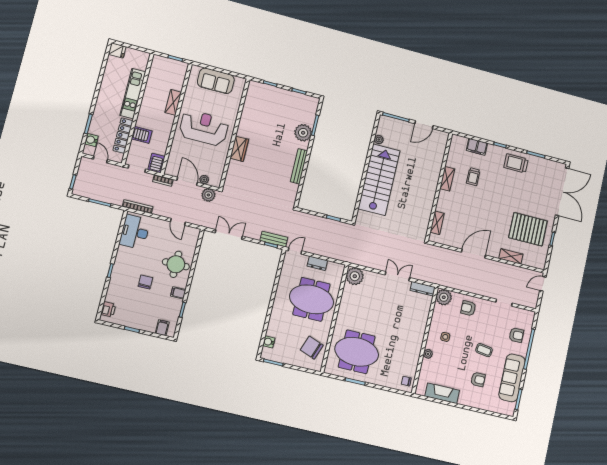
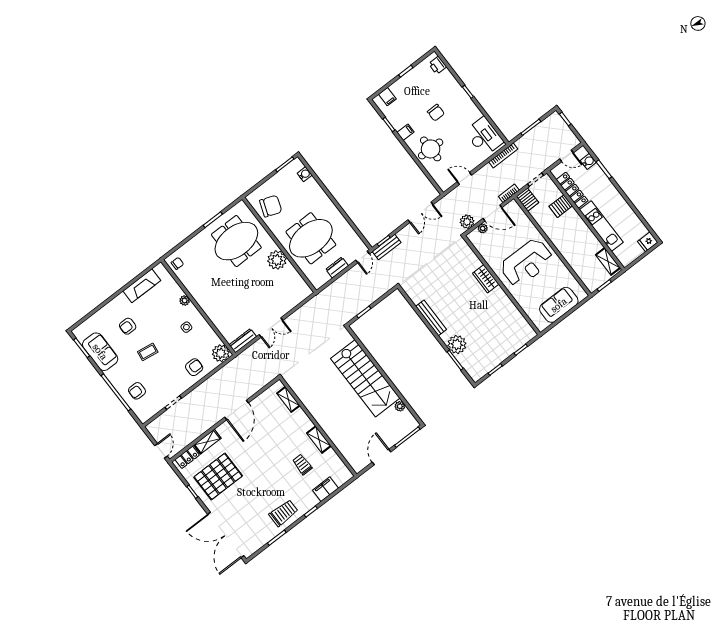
shelving: (173, 102) -> (608, 261), moved
locker: (533, 262) -> (187, 457), added
plant: (355, 276) -> (277, 260), moved
sofa: (512, 378) -> (100, 352), width x0.73

